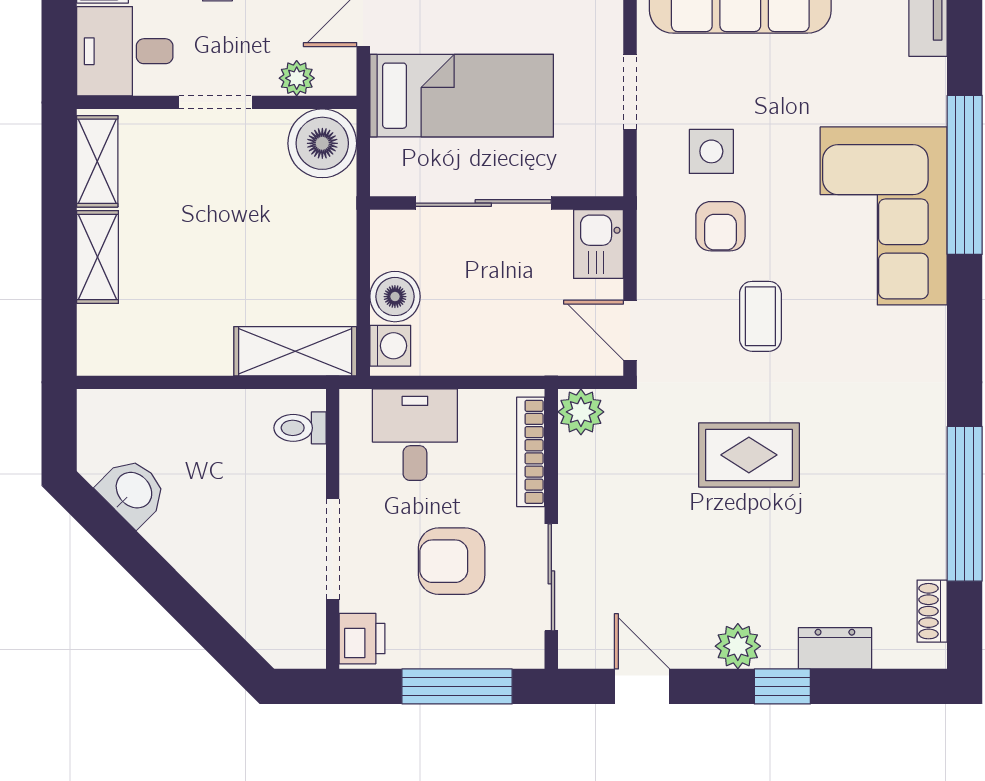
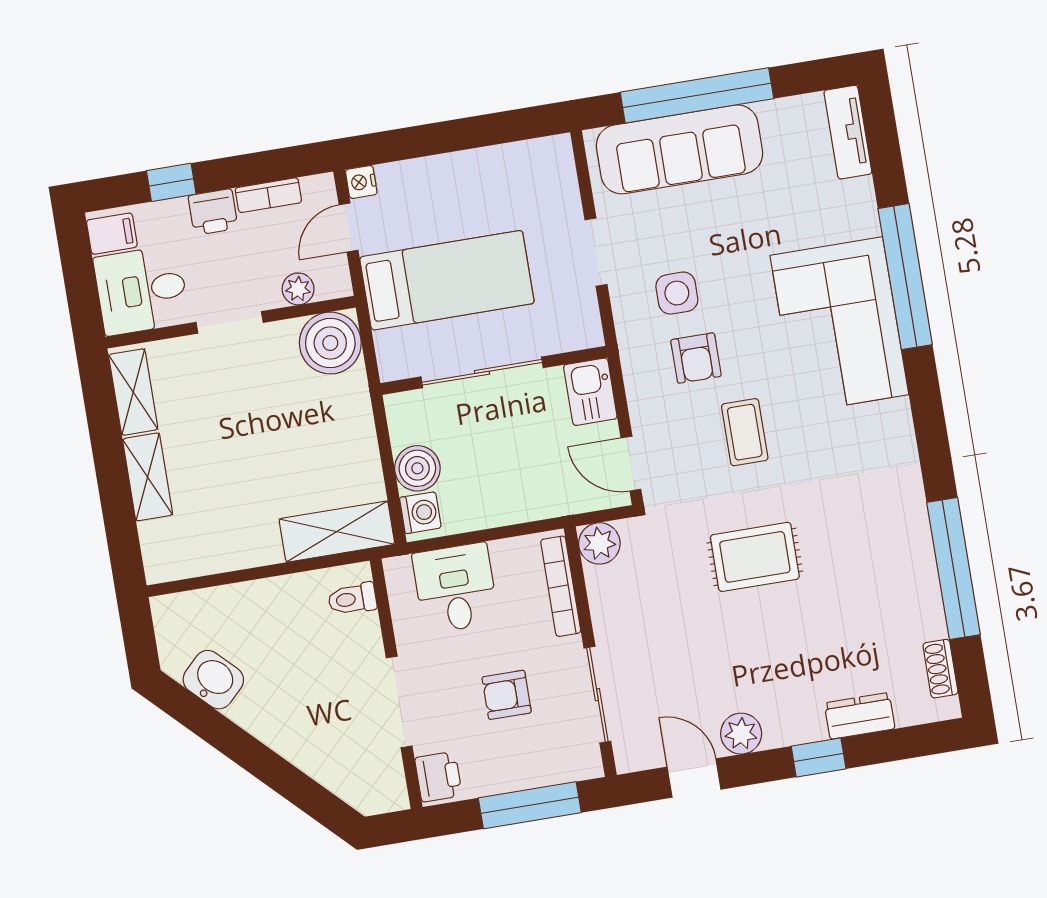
armchair: (452, 561) -> (507, 695), width x0.72, depth x0.72
plant: (738, 646) -> (741, 734), moved

